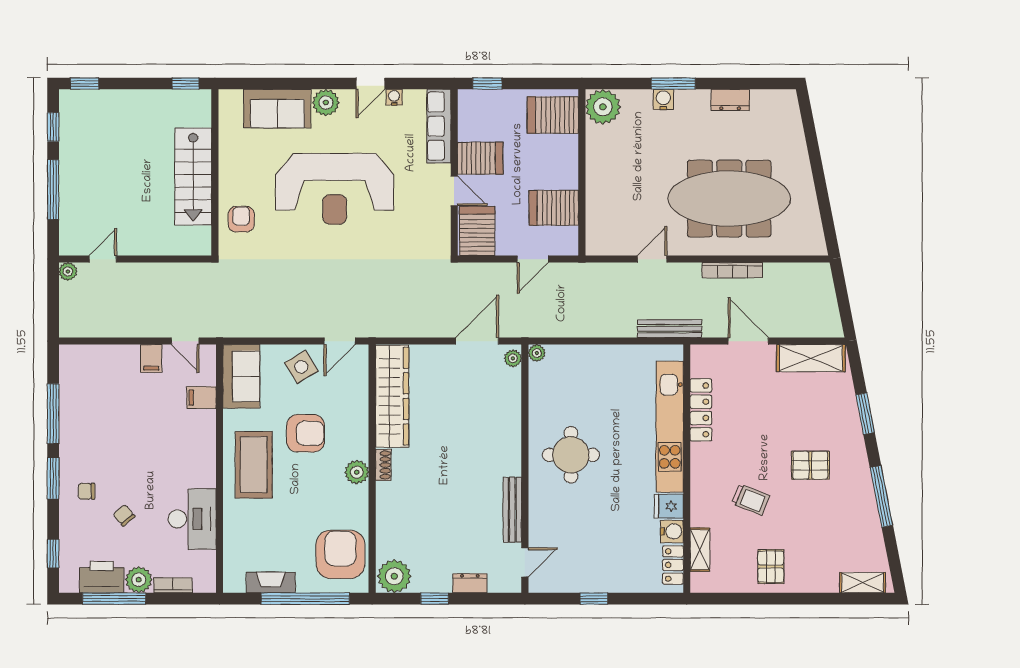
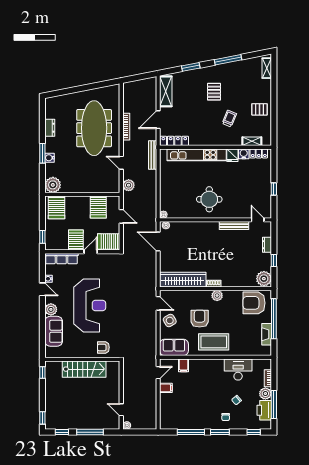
plant: (602, 275) -> (129, 185), added
locker: (701, 410) -> (174, 141), moved

